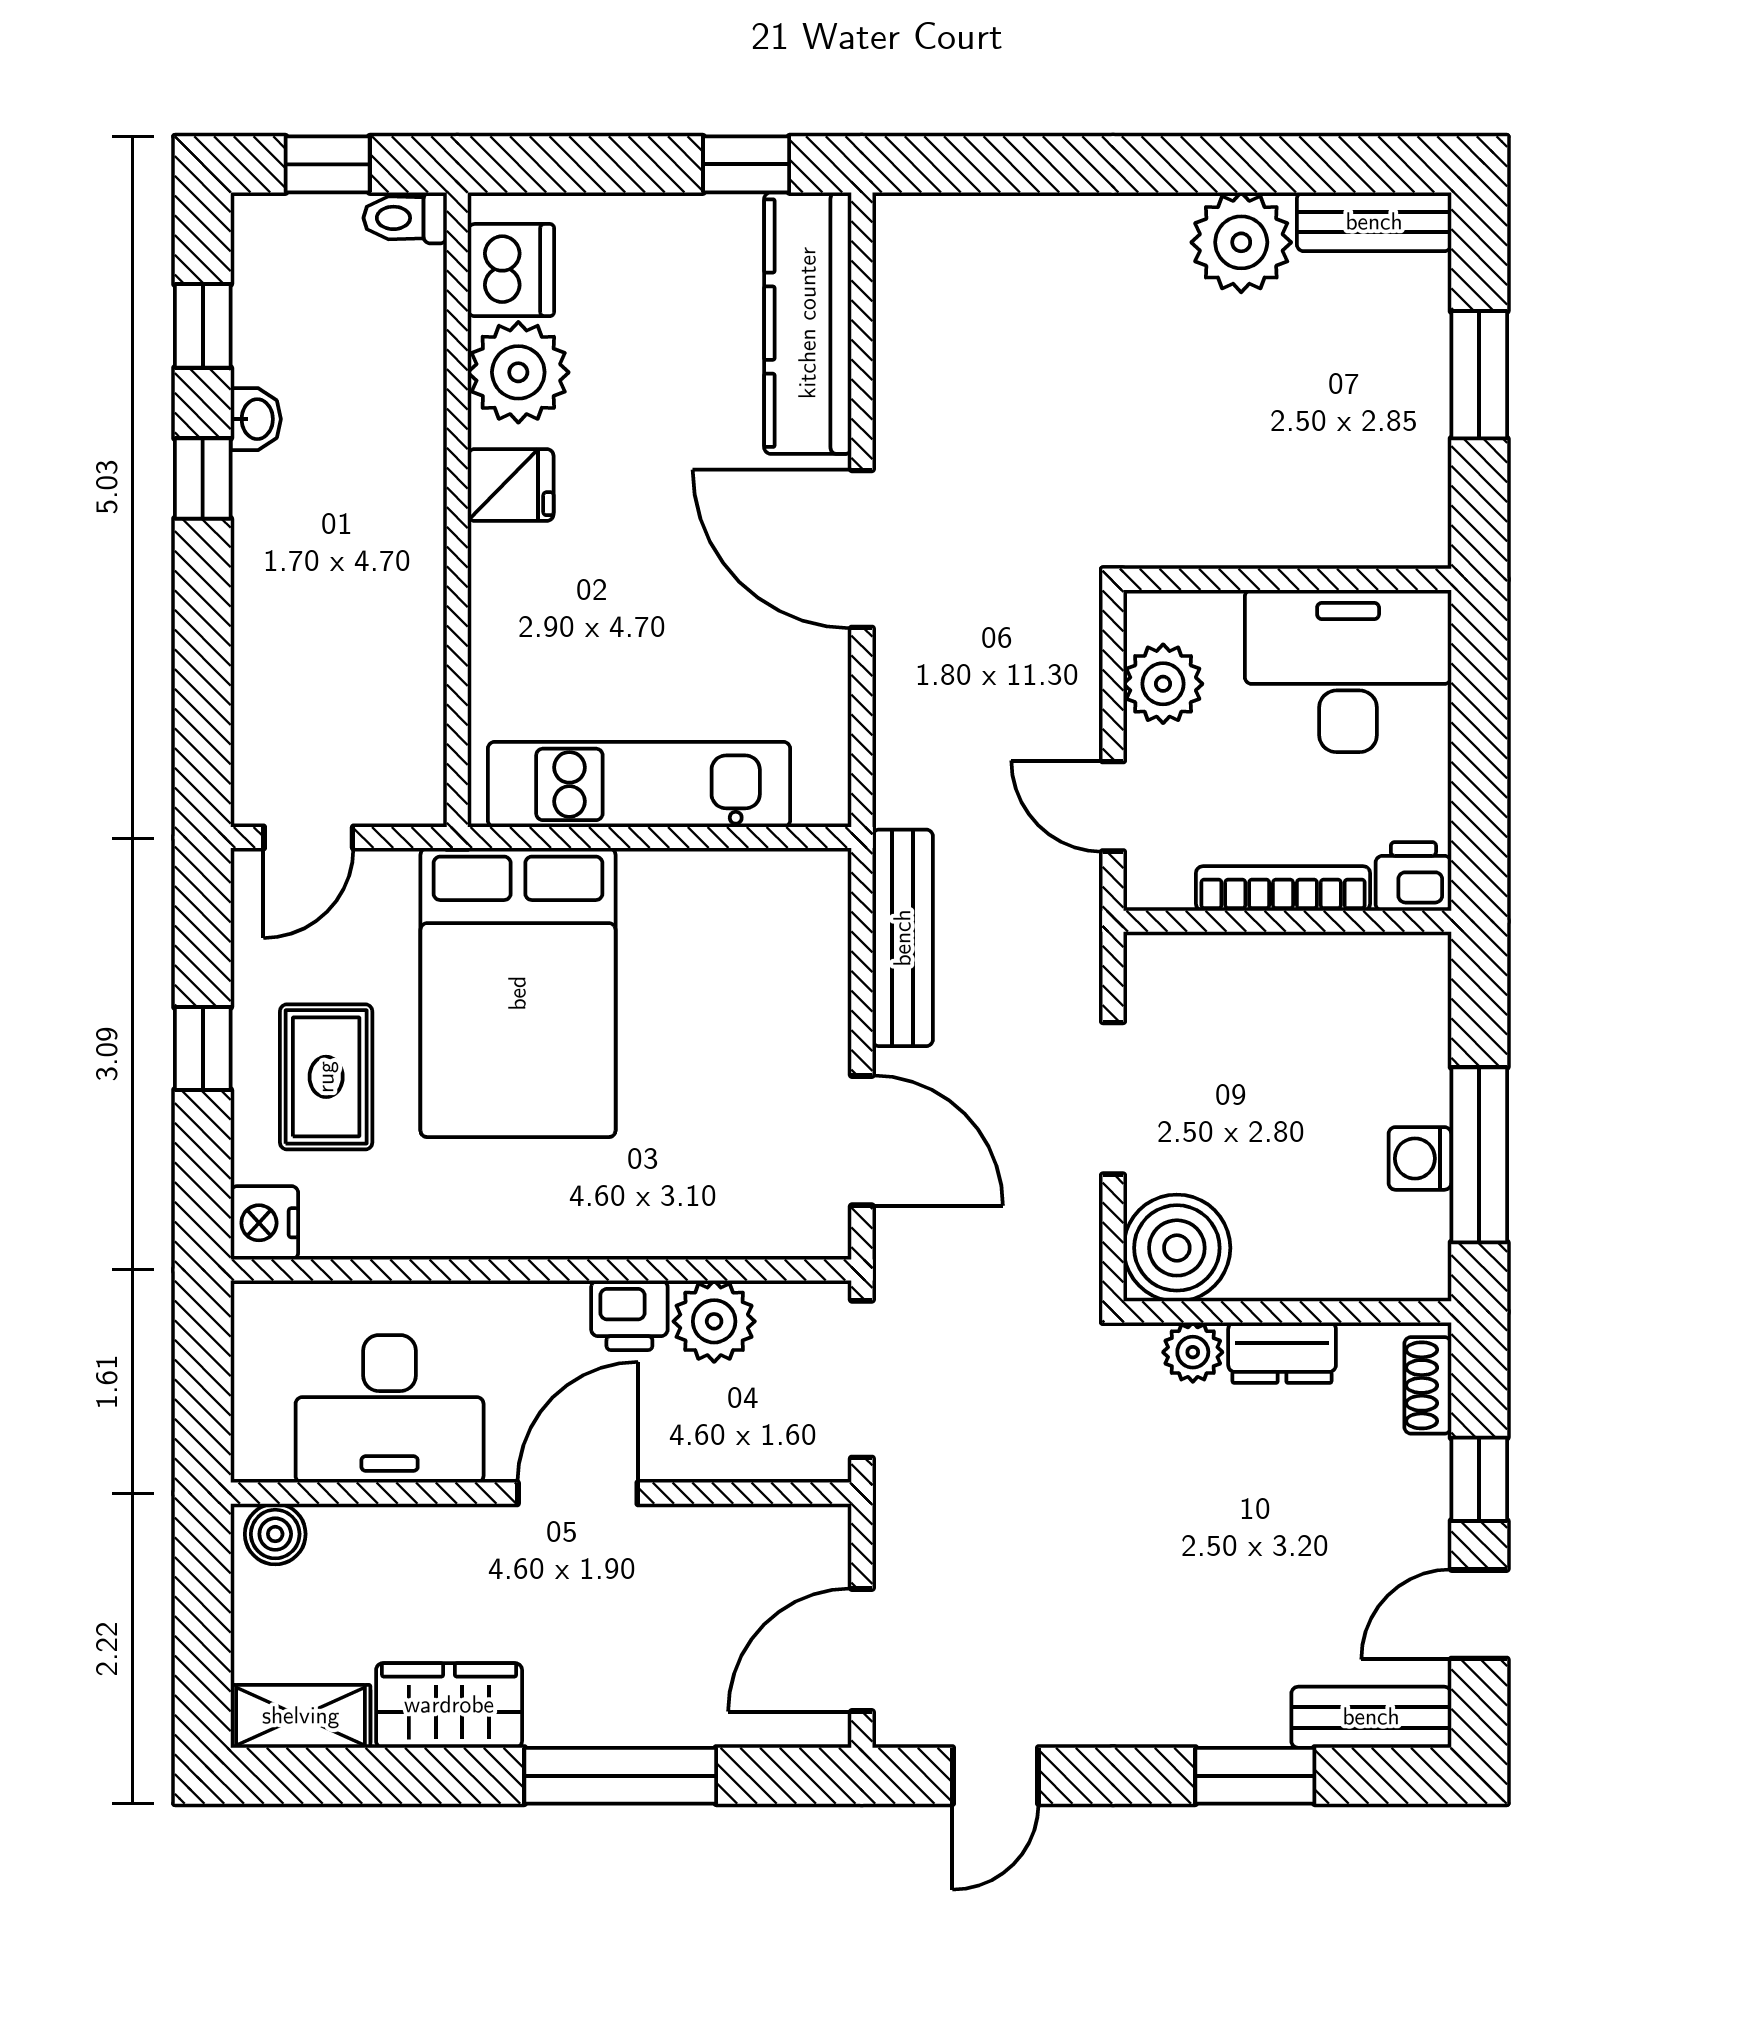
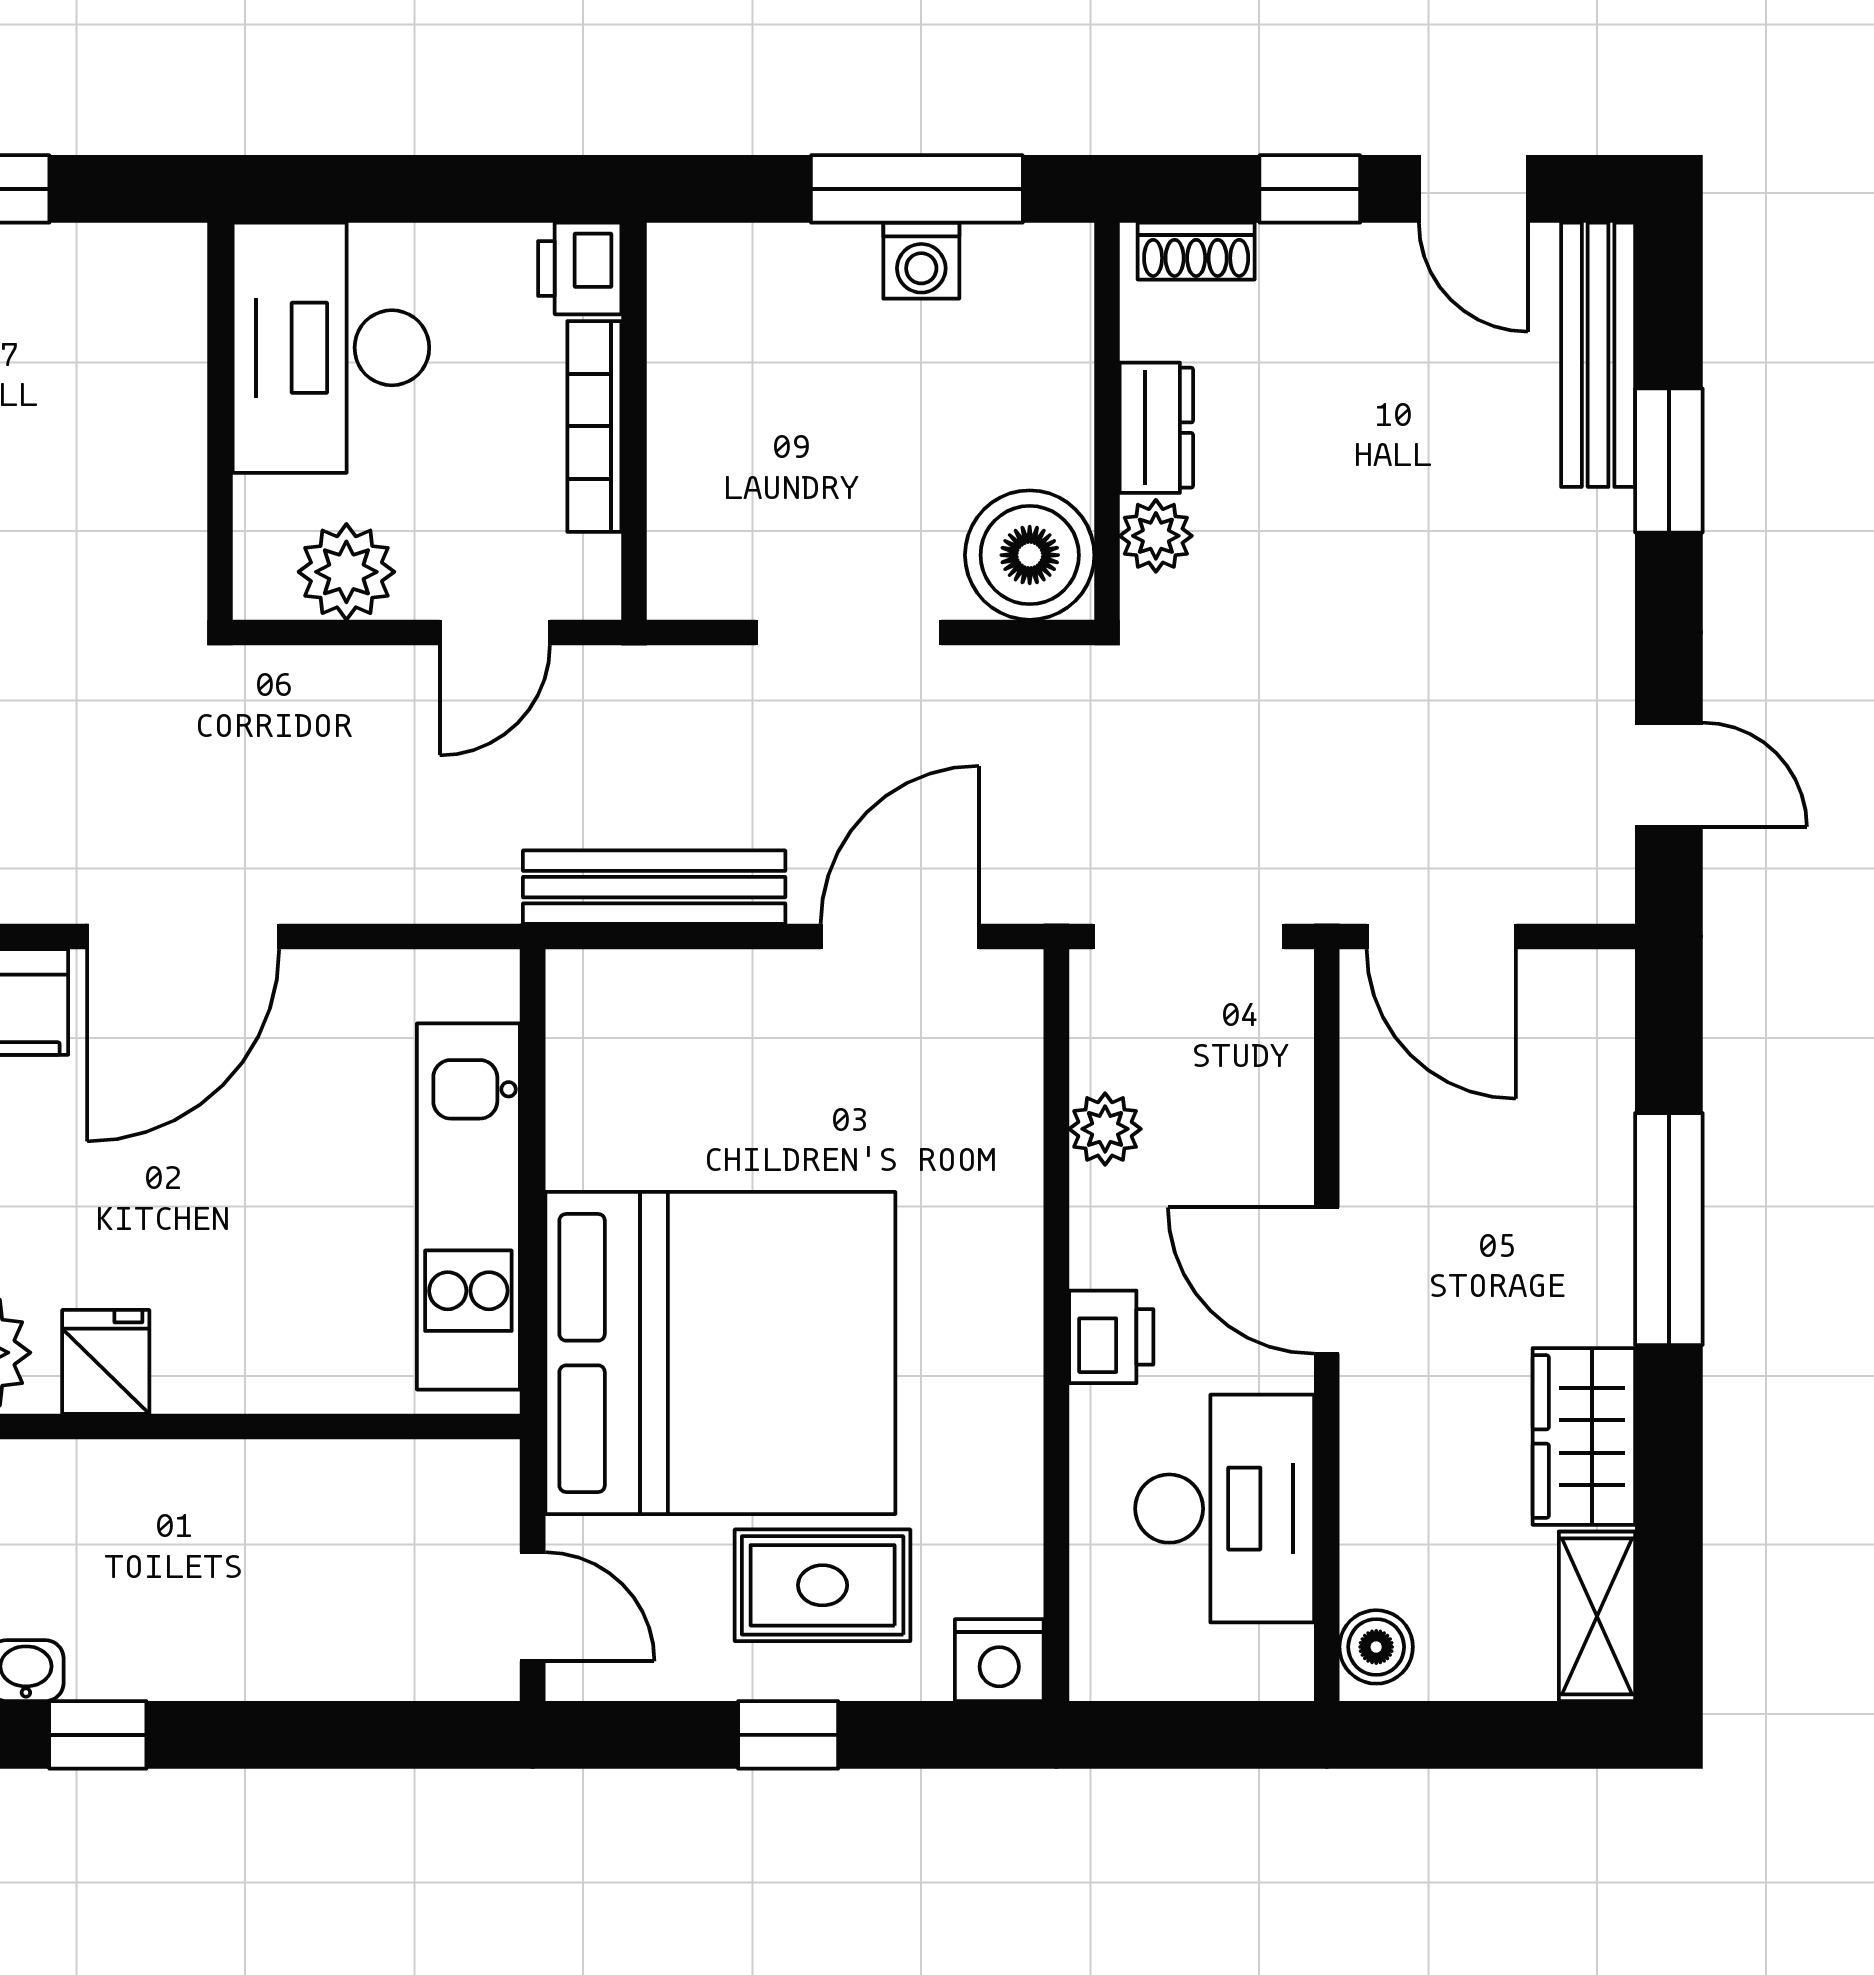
bed: (518, 993) -> (720, 1353), width x1.36
printer: (629, 1315) -> (1111, 1337), moved
plant: (714, 1321) -> (1105, 1129), width x0.73, depth x0.73
door: (862, 1650) -> (1441, 937), moved
bench: (1371, 1717) -> (1598, 355), width x1.36

